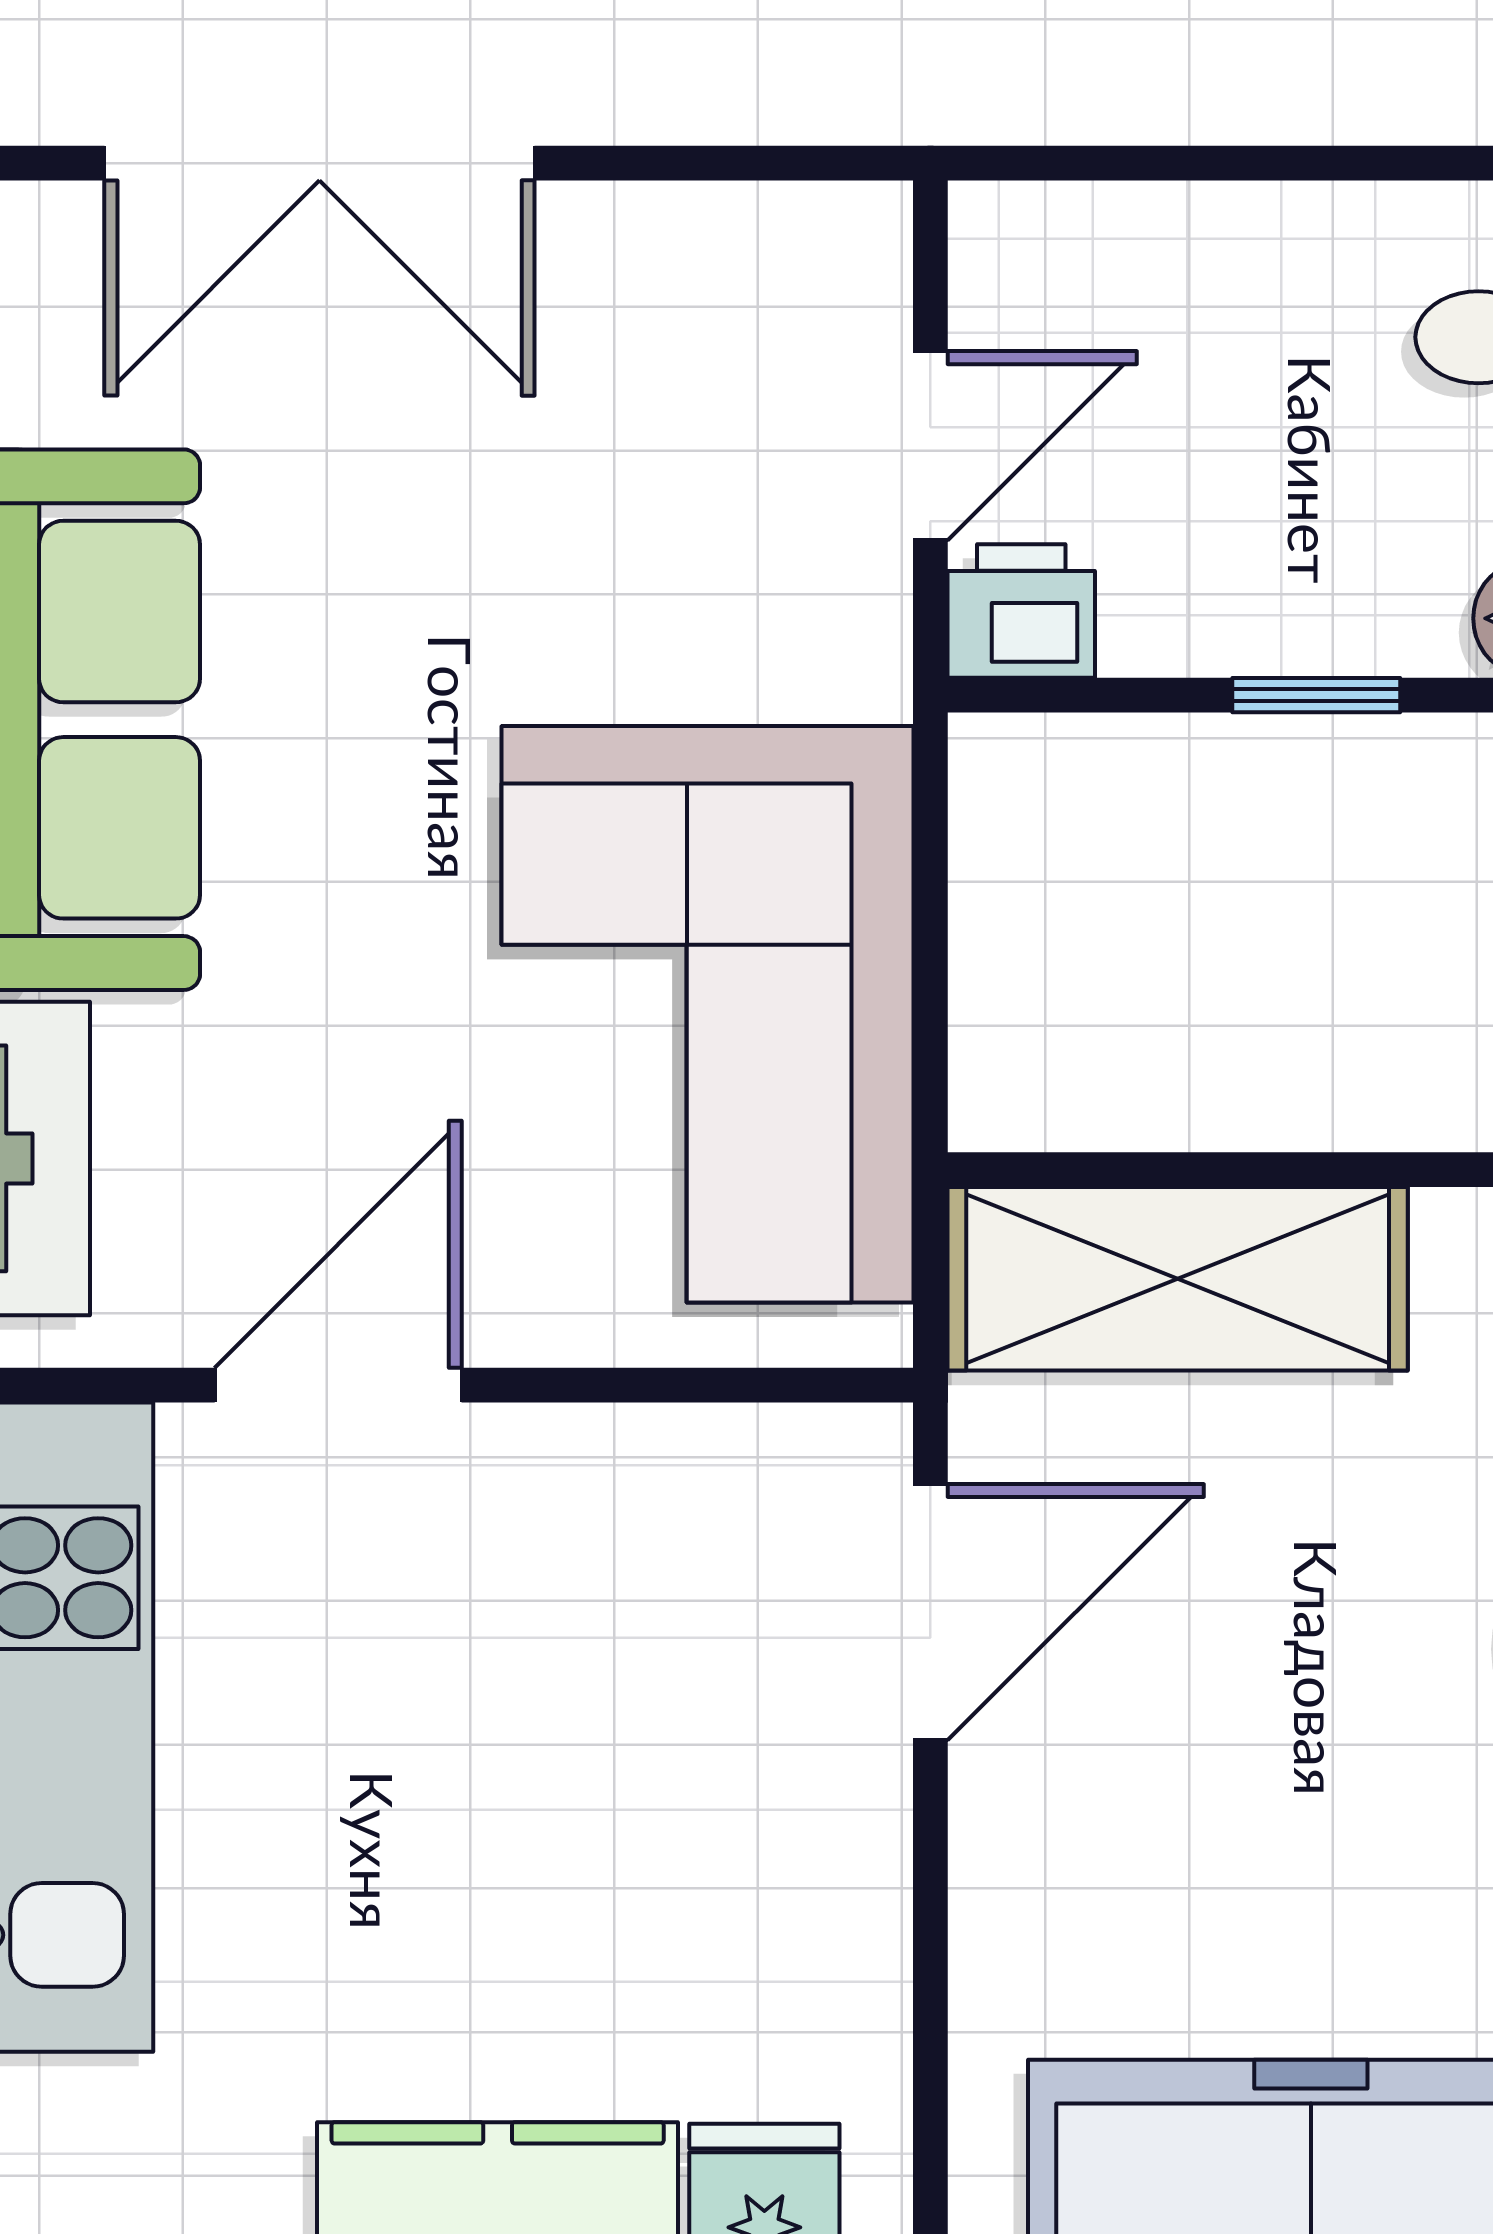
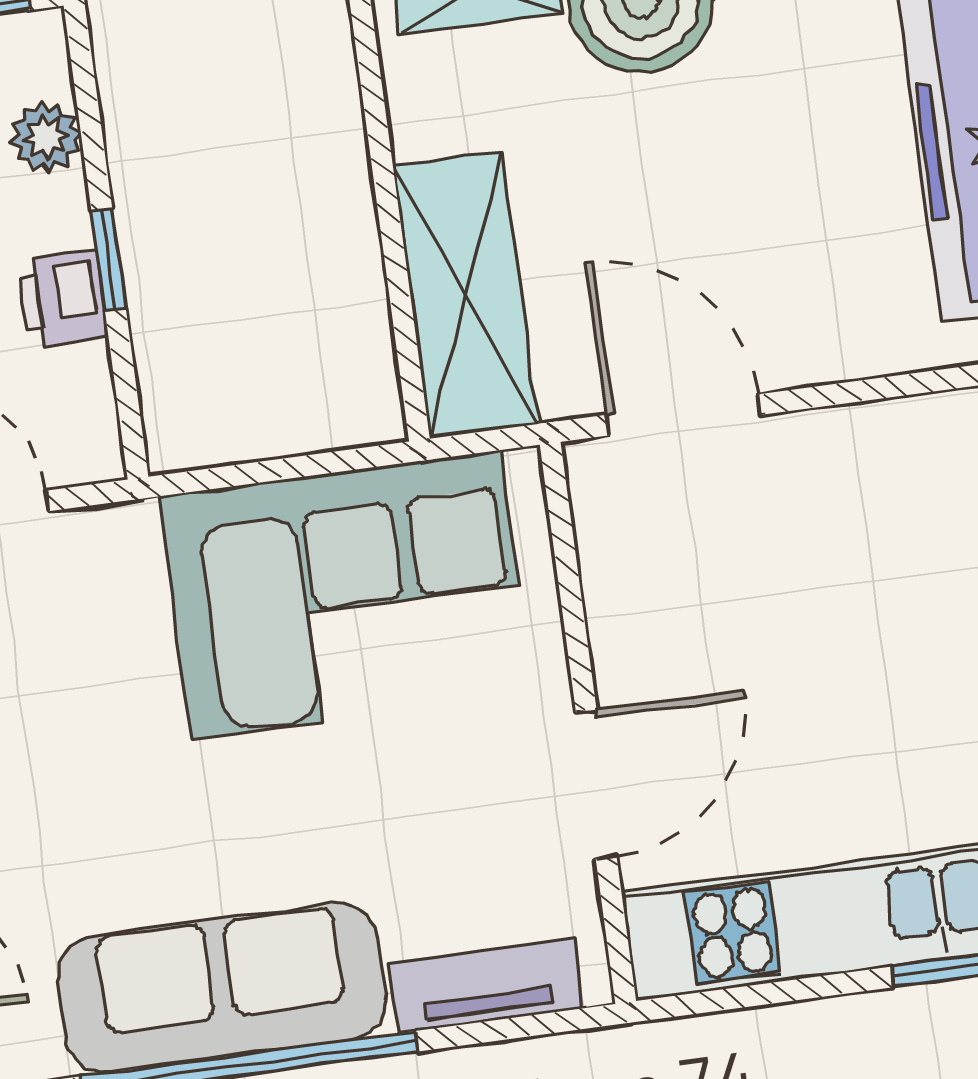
printer: (1021, 611) -> (63, 298), moved
door: (338, 1385) -> (596, 784), swing flipped

